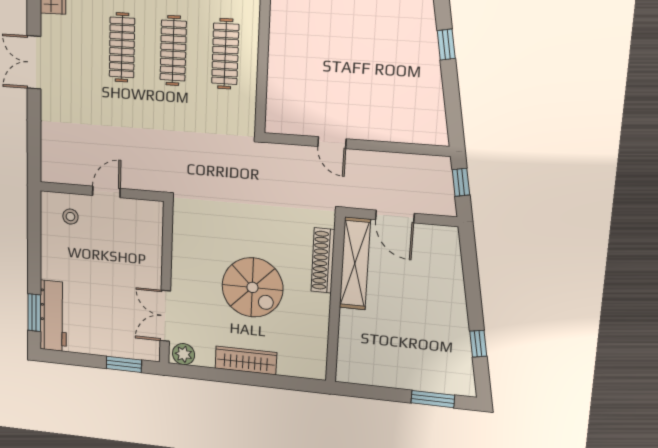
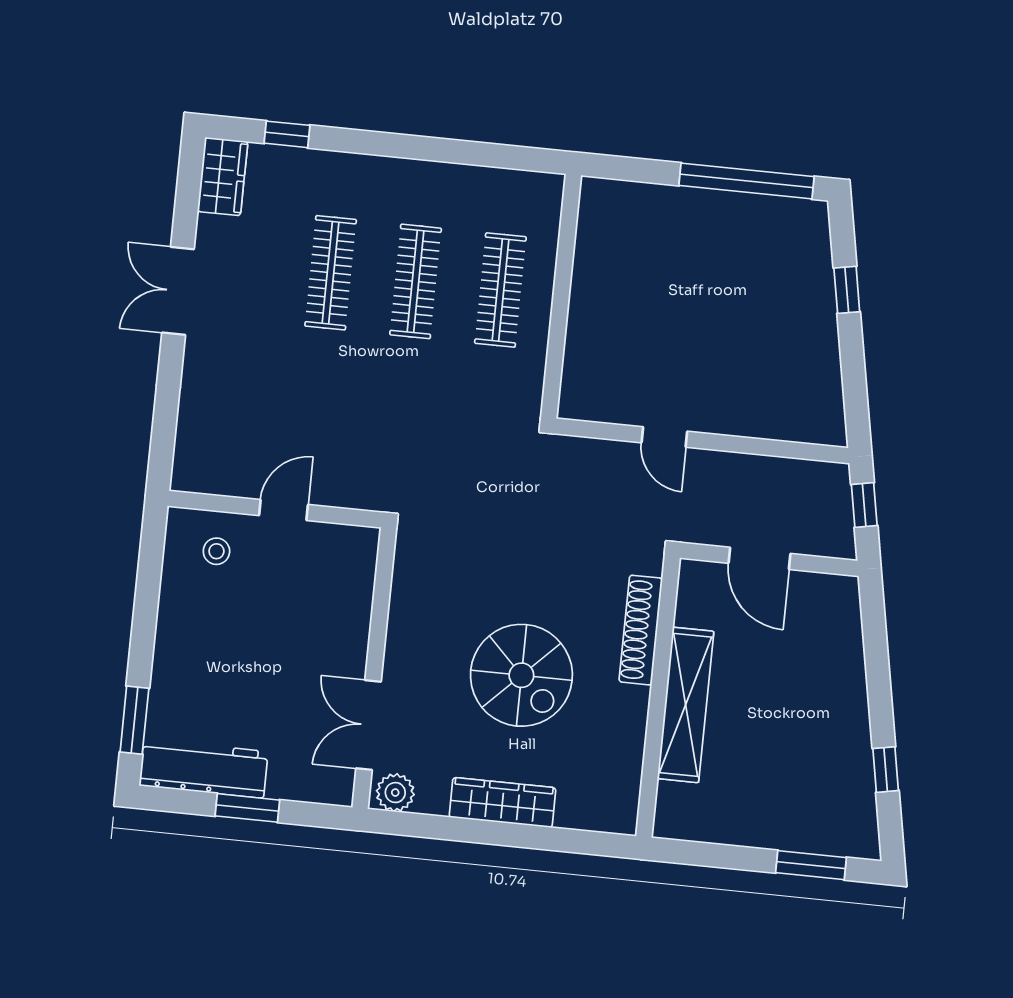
shelving: (355, 264) -> (686, 705), moved
workbench: (53, 316) -> (204, 769), moved, turned -90
window: (124, 364) -> (247, 808), moved

